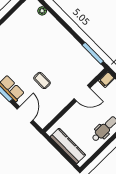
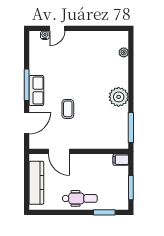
plant: (66, 42) -> (119, 97), added
door: (82, 93) -> (59, 151), moved

